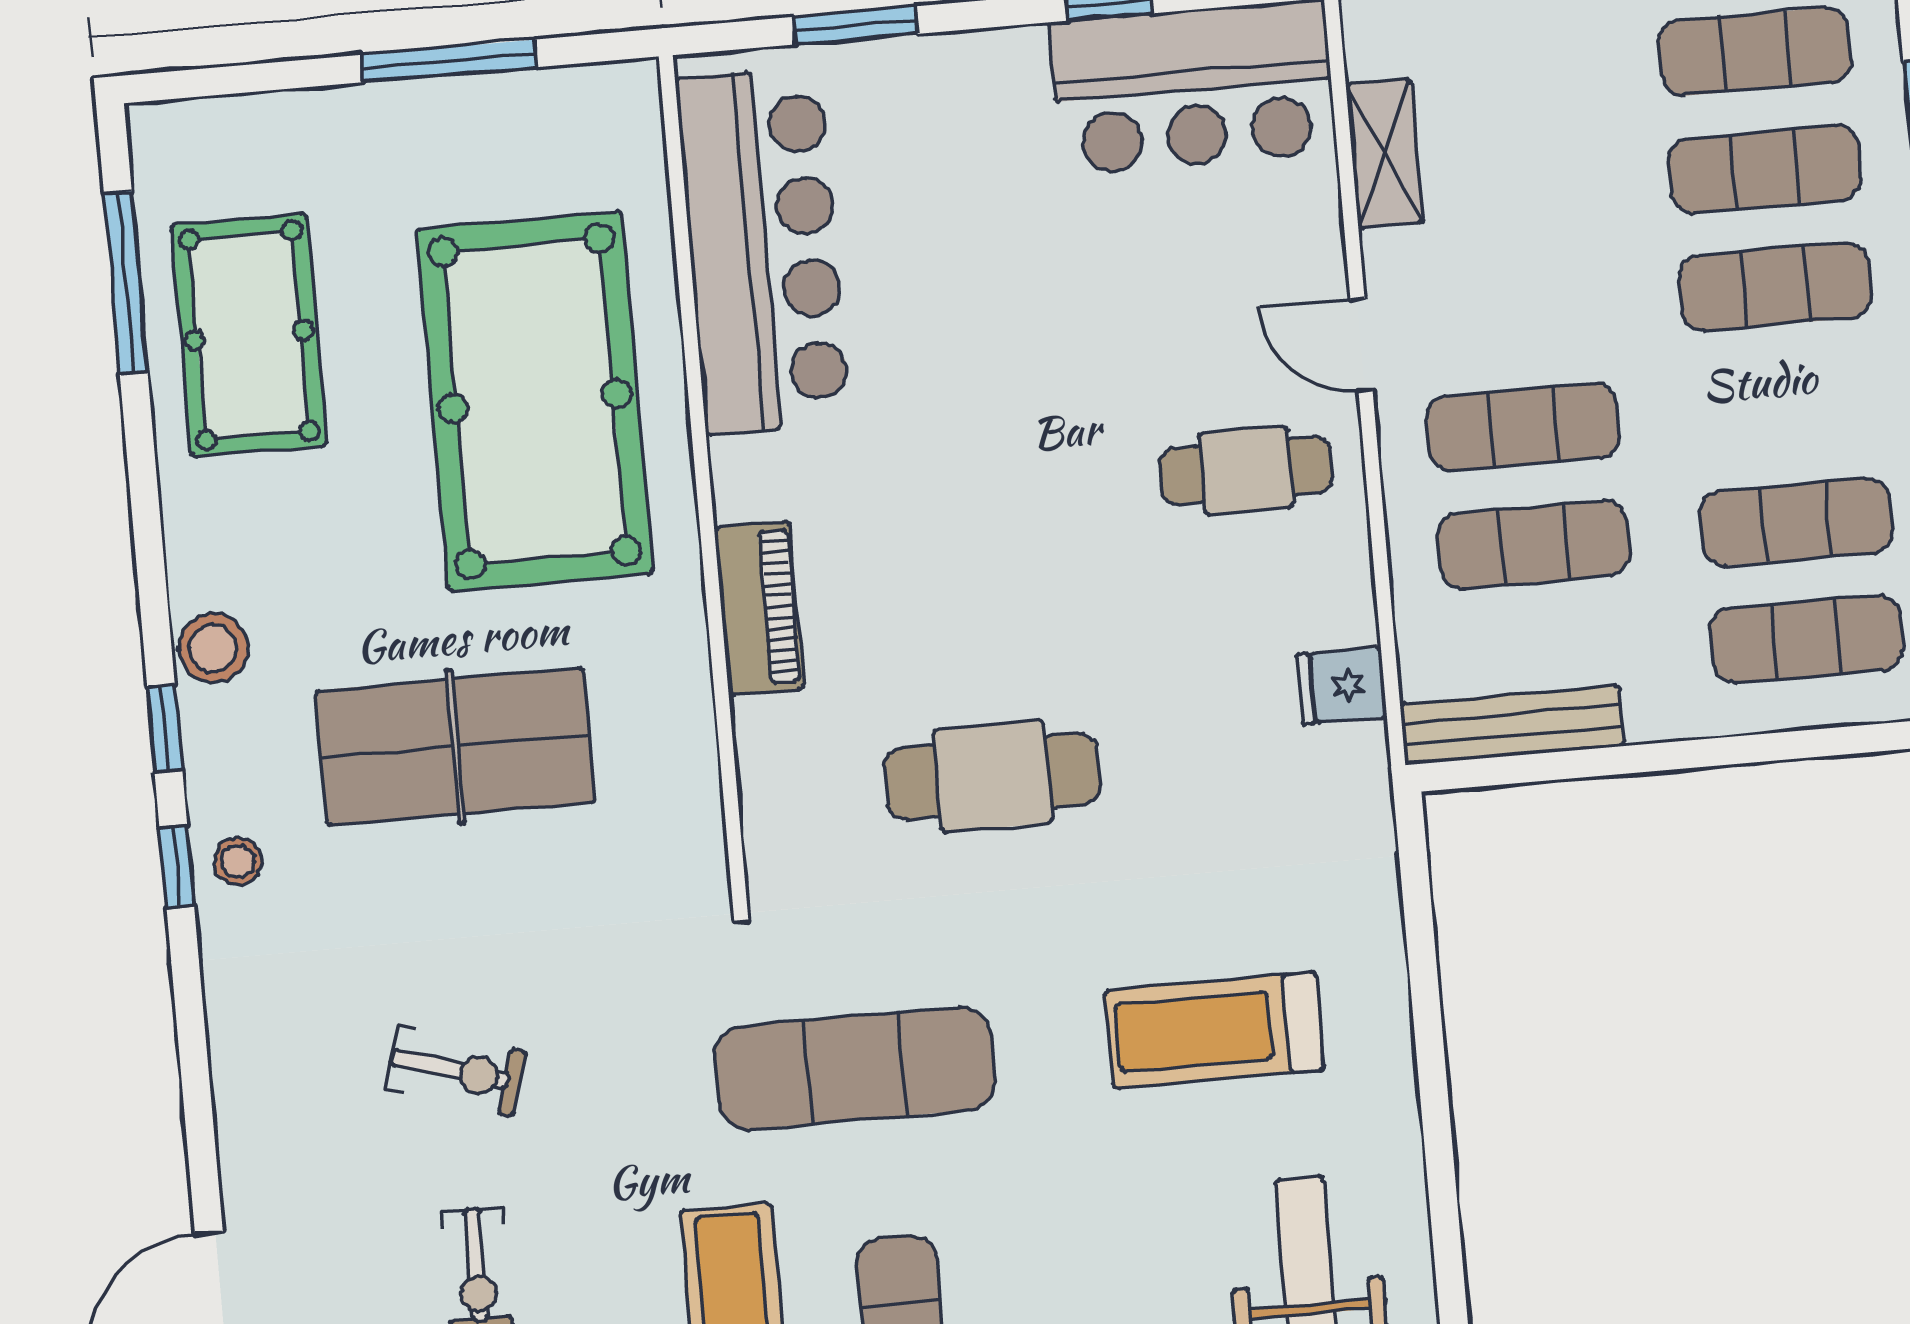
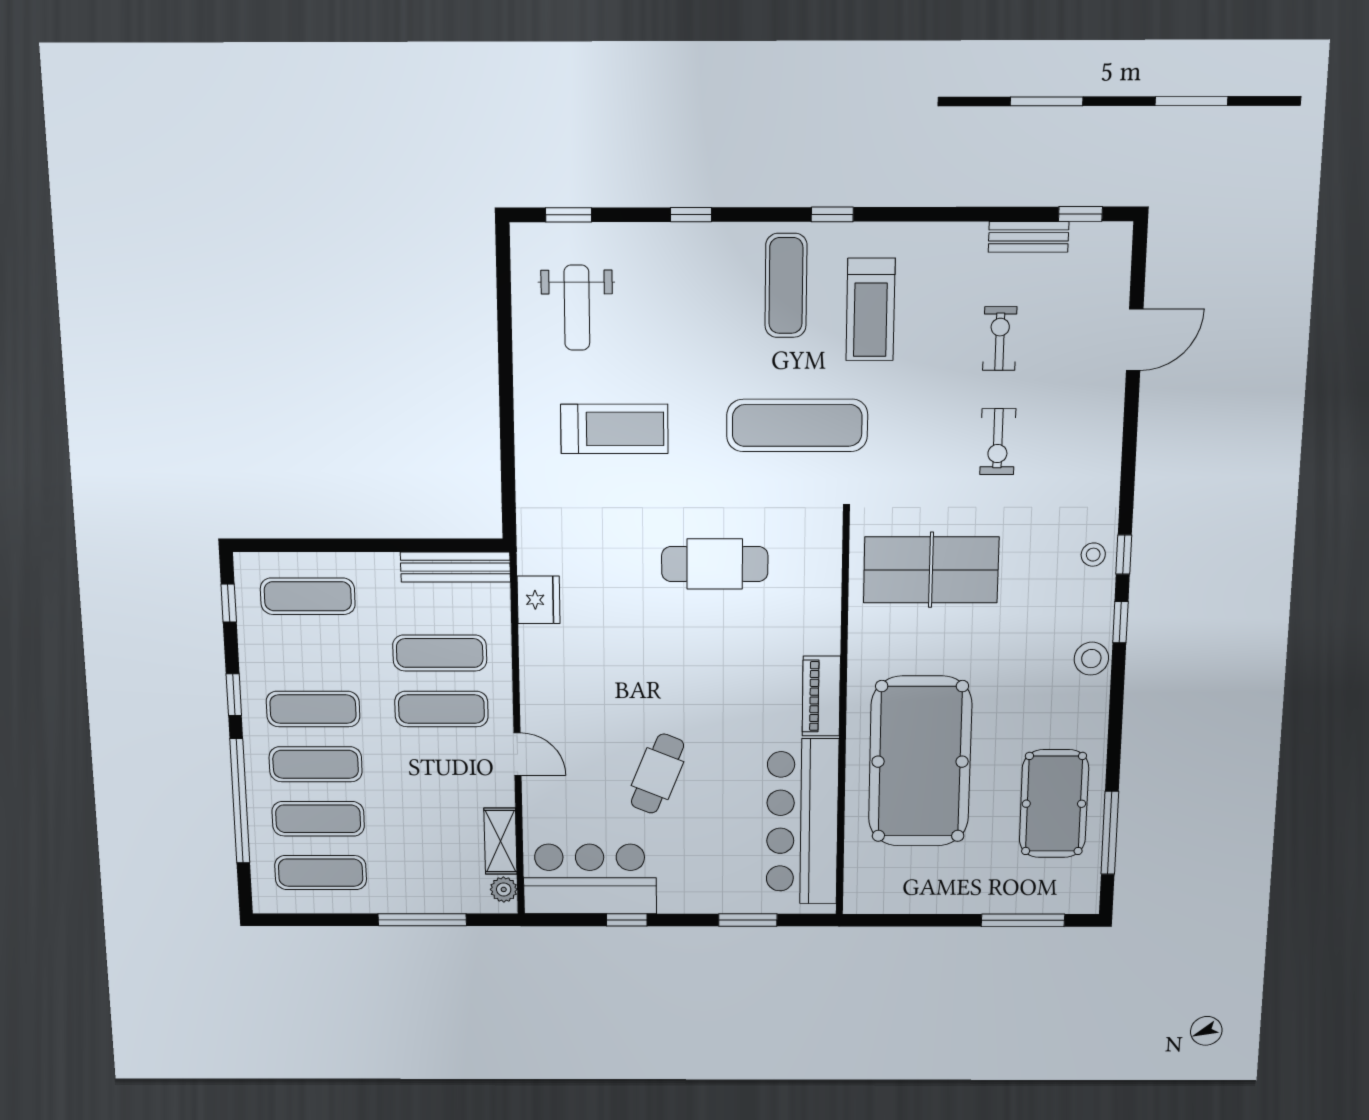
plant: (1371, 48) -> (504, 889), added
window: (449, 61) -> (1023, 920), moved
cafe table: (1246, 470) -> (657, 774), moved, turned -68
exercise mat: (1796, 522) -> (313, 709), moved
piano: (759, 608) -> (821, 696), moved
fridge: (1342, 686) -> (538, 600), width x1.38
table tennis table: (455, 747) -> (931, 570), moved
exercise bike: (456, 1070) -> (998, 442), turned -107

